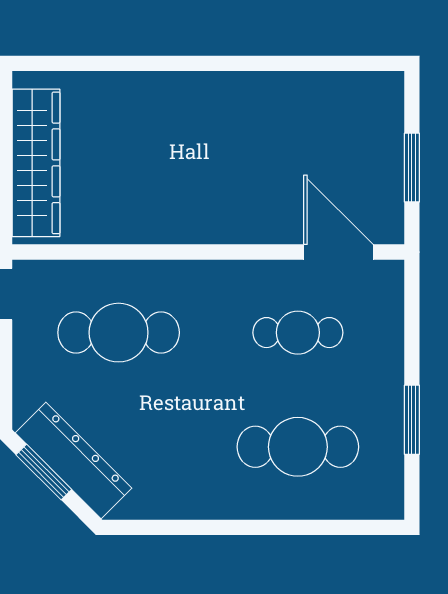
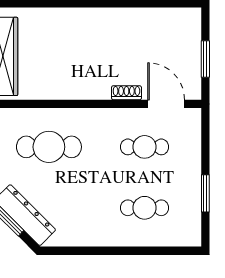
shoe rack: (264, 231) -> (126, 93), added
cafe table: (298, 447) -> (145, 208), width x0.73, depth x0.74

